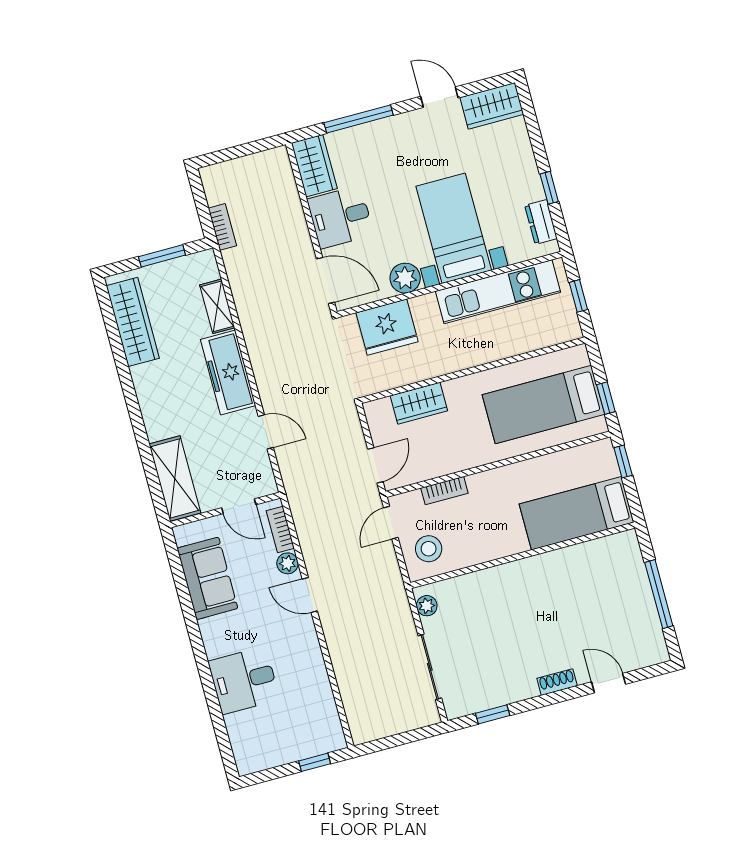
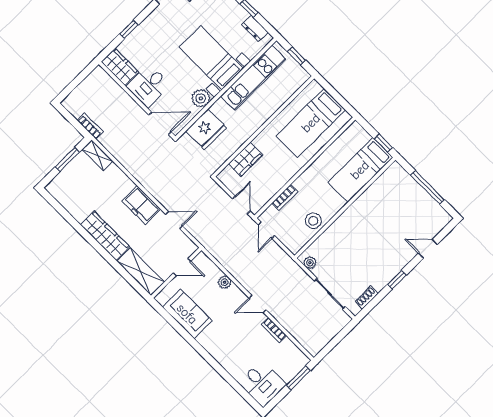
window: (359, 119) -> (129, 29), width x0.46
shelving: (217, 306) -> (98, 155), moved
wardrobe: (133, 322) -> (105, 236), moved
freezer: (228, 372) -> (141, 205), width x0.71
window: (606, 398) -> (341, 101), removed
window: (623, 462) -> (383, 143), moved
bookcase: (280, 530) -> (274, 330), moved
stool: (429, 549) -> (313, 221), moved
door: (310, 595) -> (258, 304), moved
desk: (244, 680) -> (262, 384), moved, turned -90
shoe rack: (557, 682) -> (367, 297), moved
window: (493, 714) -> (397, 280), moved
window: (315, 762) -> (298, 378), width x1.50

